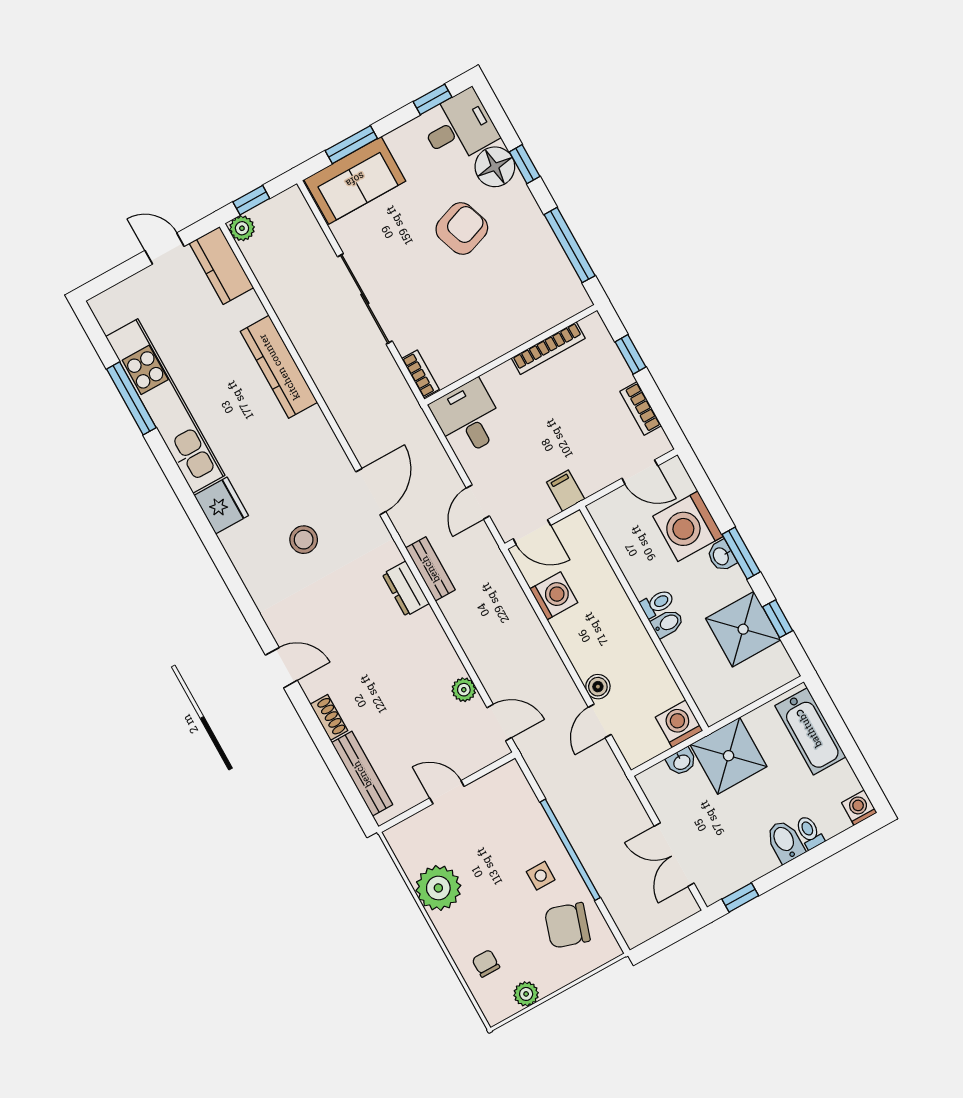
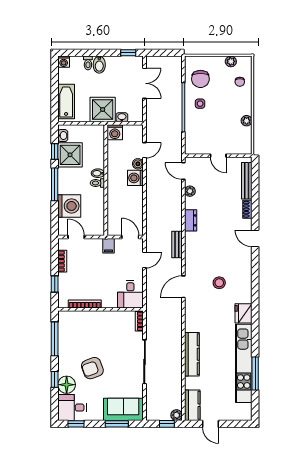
window: (741, 553) -> (55, 184), width x1.44
washbasin: (721, 556) -> (63, 136), moved
dresser: (406, 589) -> (191, 220), moved
washing machine: (554, 596) -> (135, 178), moved
plant: (438, 888) -> (247, 121), width x0.53, depth x0.53
chair: (567, 925) -> (200, 79), turned 72

